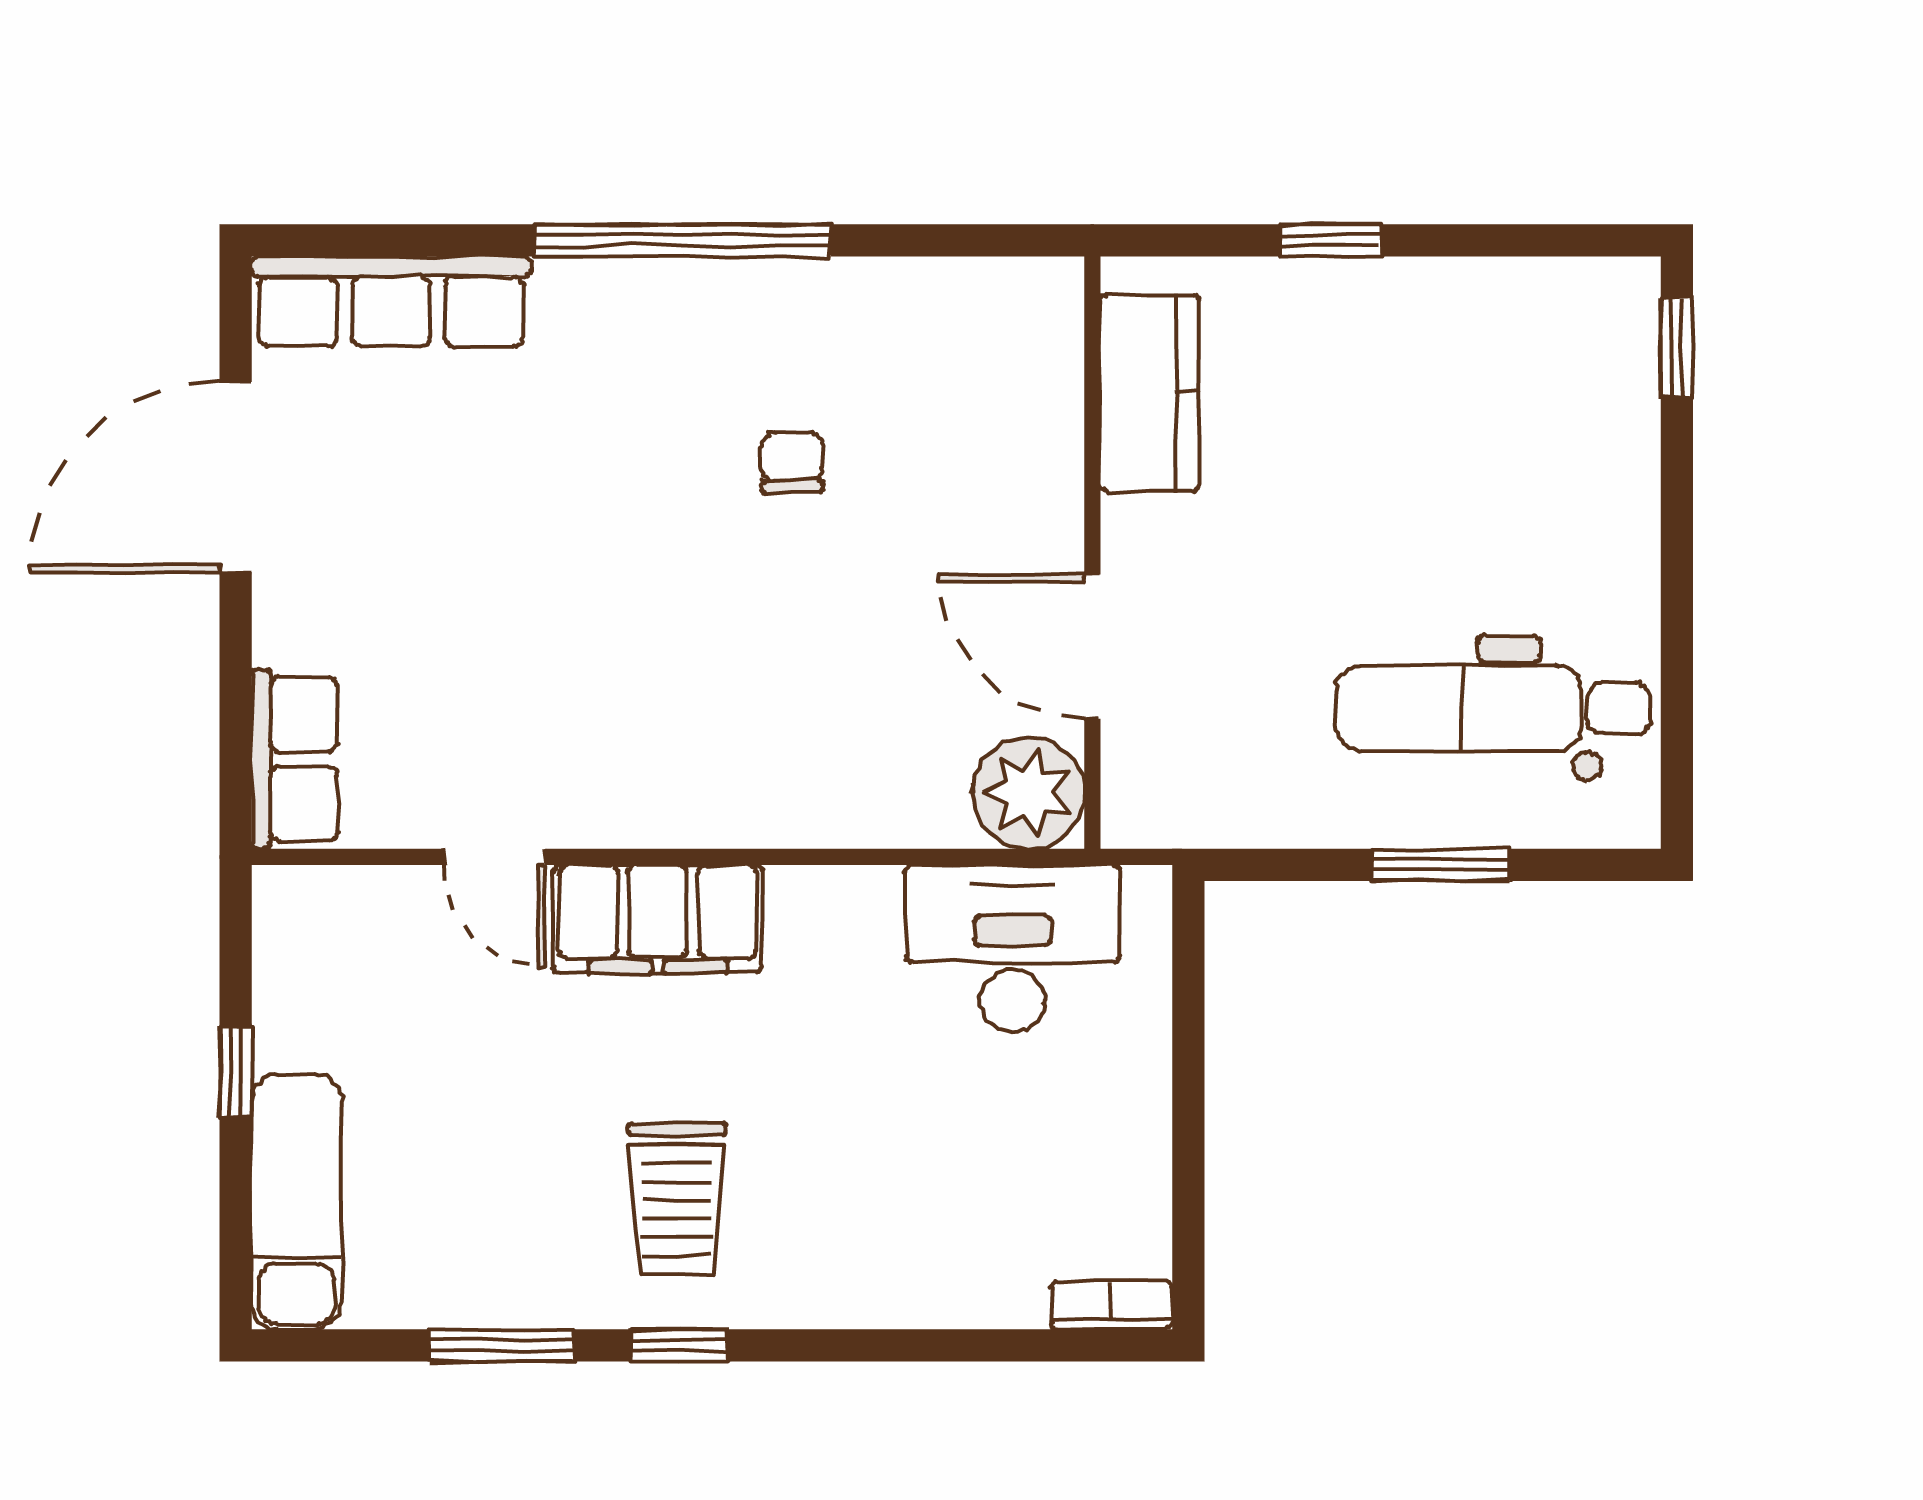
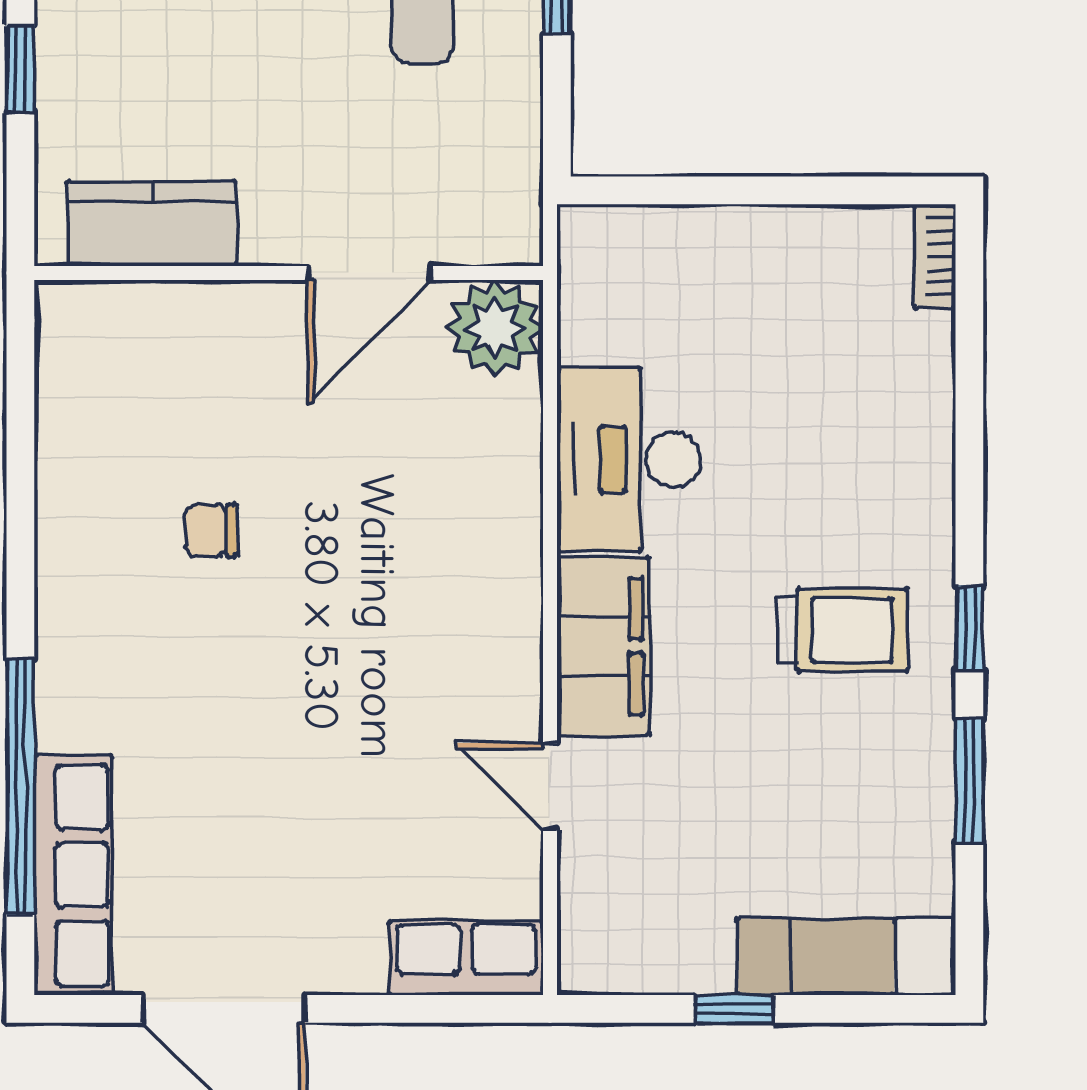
window: (683, 240) -> (20, 787), moved
door: (494, 857) -> (550, 787), swing flipped
desk: (1013, 949) -> (629, 459), moved

